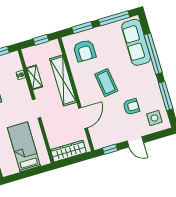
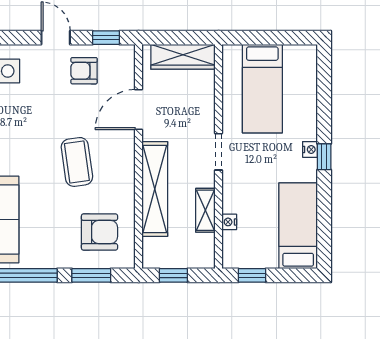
armchair: (85, 51) -> (99, 232), turned 90
armchair: (131, 107) -> (84, 71), moved

